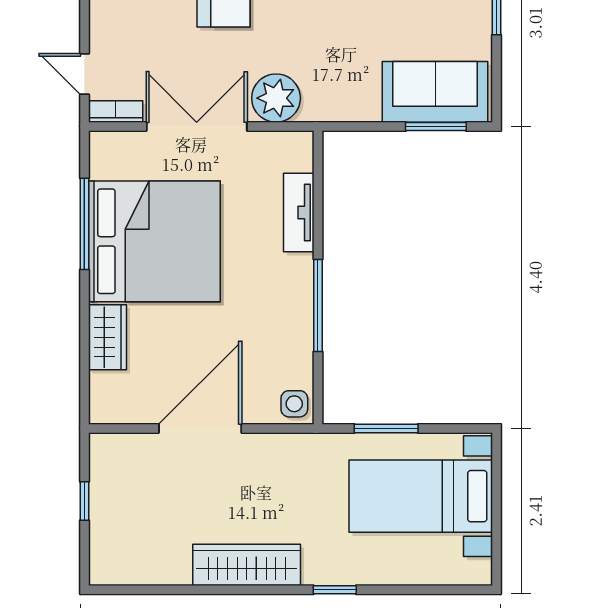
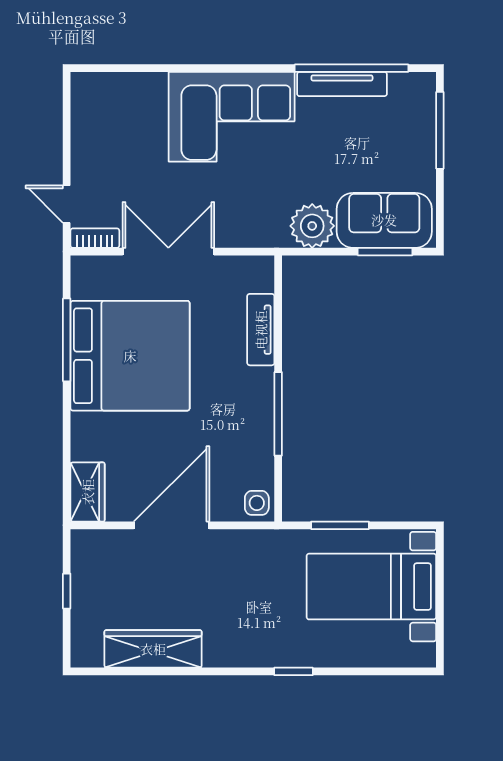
plant: (276, 98) -> (312, 226), moved
wardrobe: (107, 337) -> (88, 492), moved
wardrobe: (247, 565) -> (153, 649), moved

